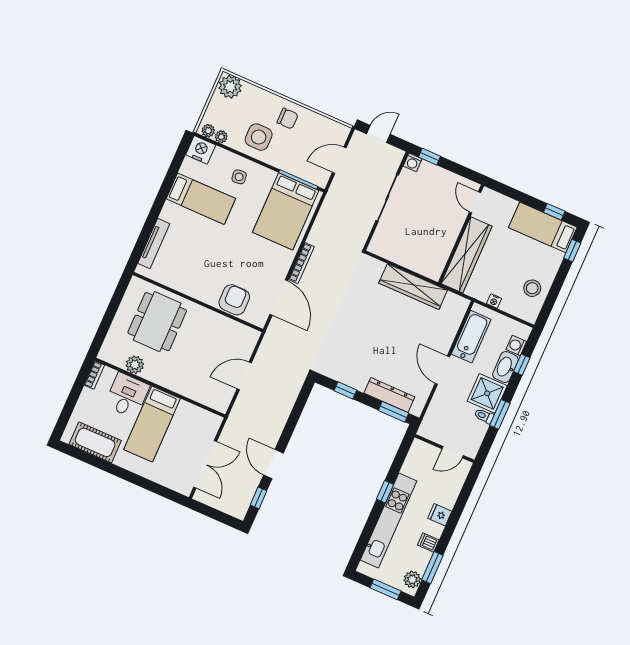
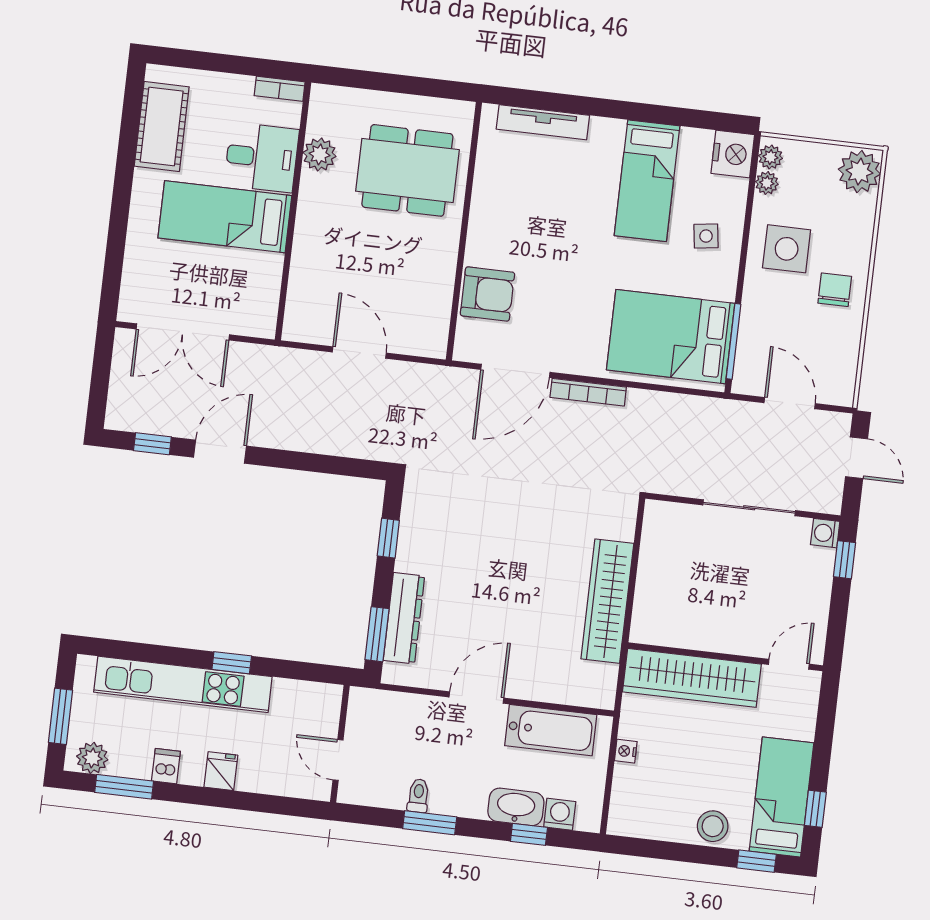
chair: (288, 119) -> (835, 290), turned 180
stool: (532, 288) -> (713, 826), moved
shower: (487, 393) -> (460, 789), removed

